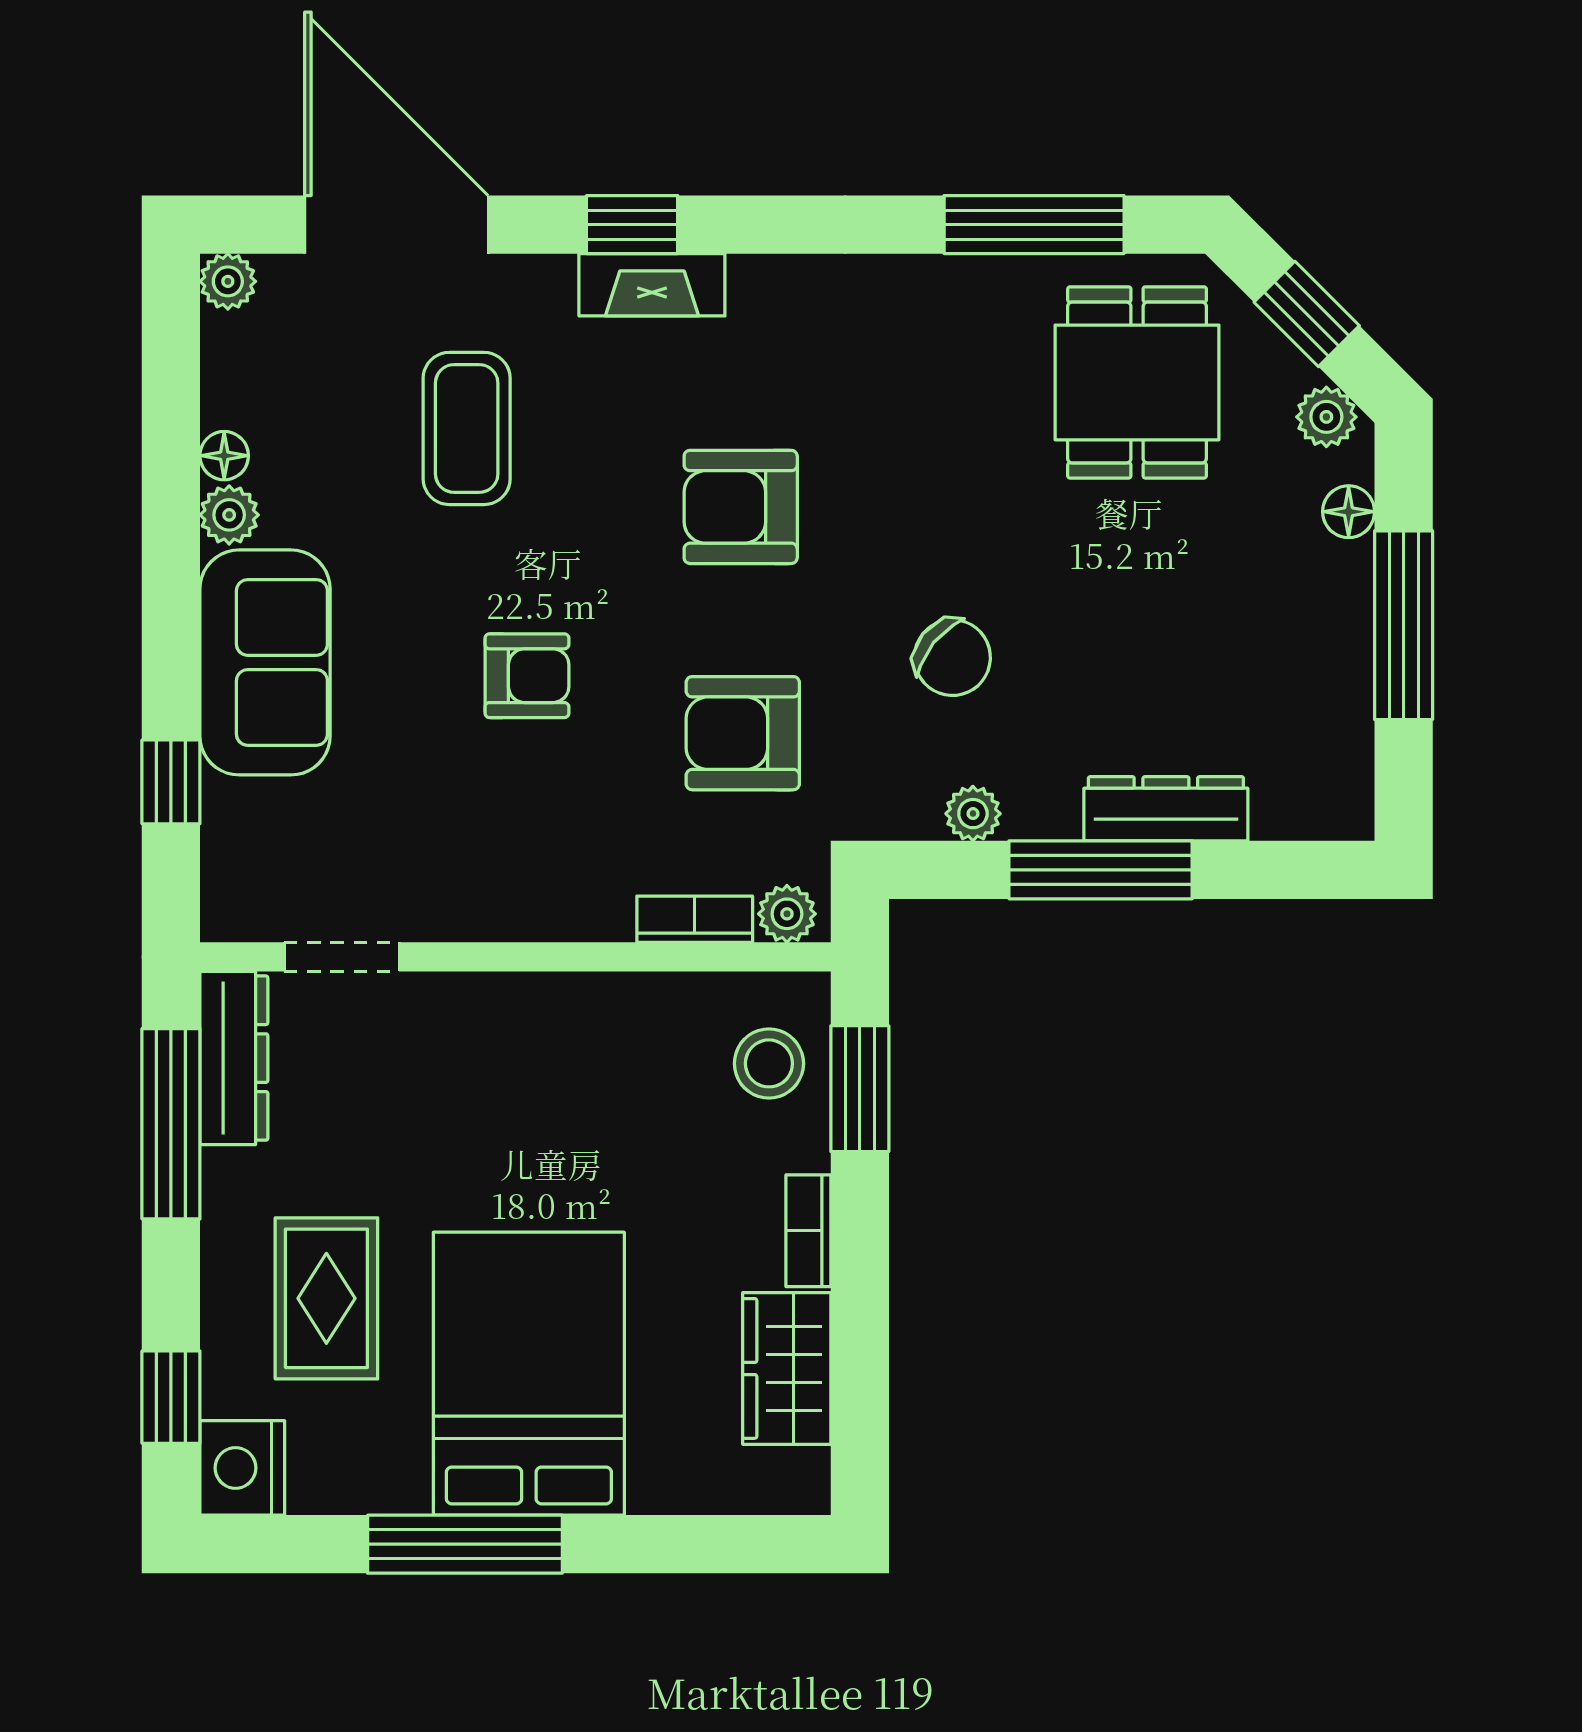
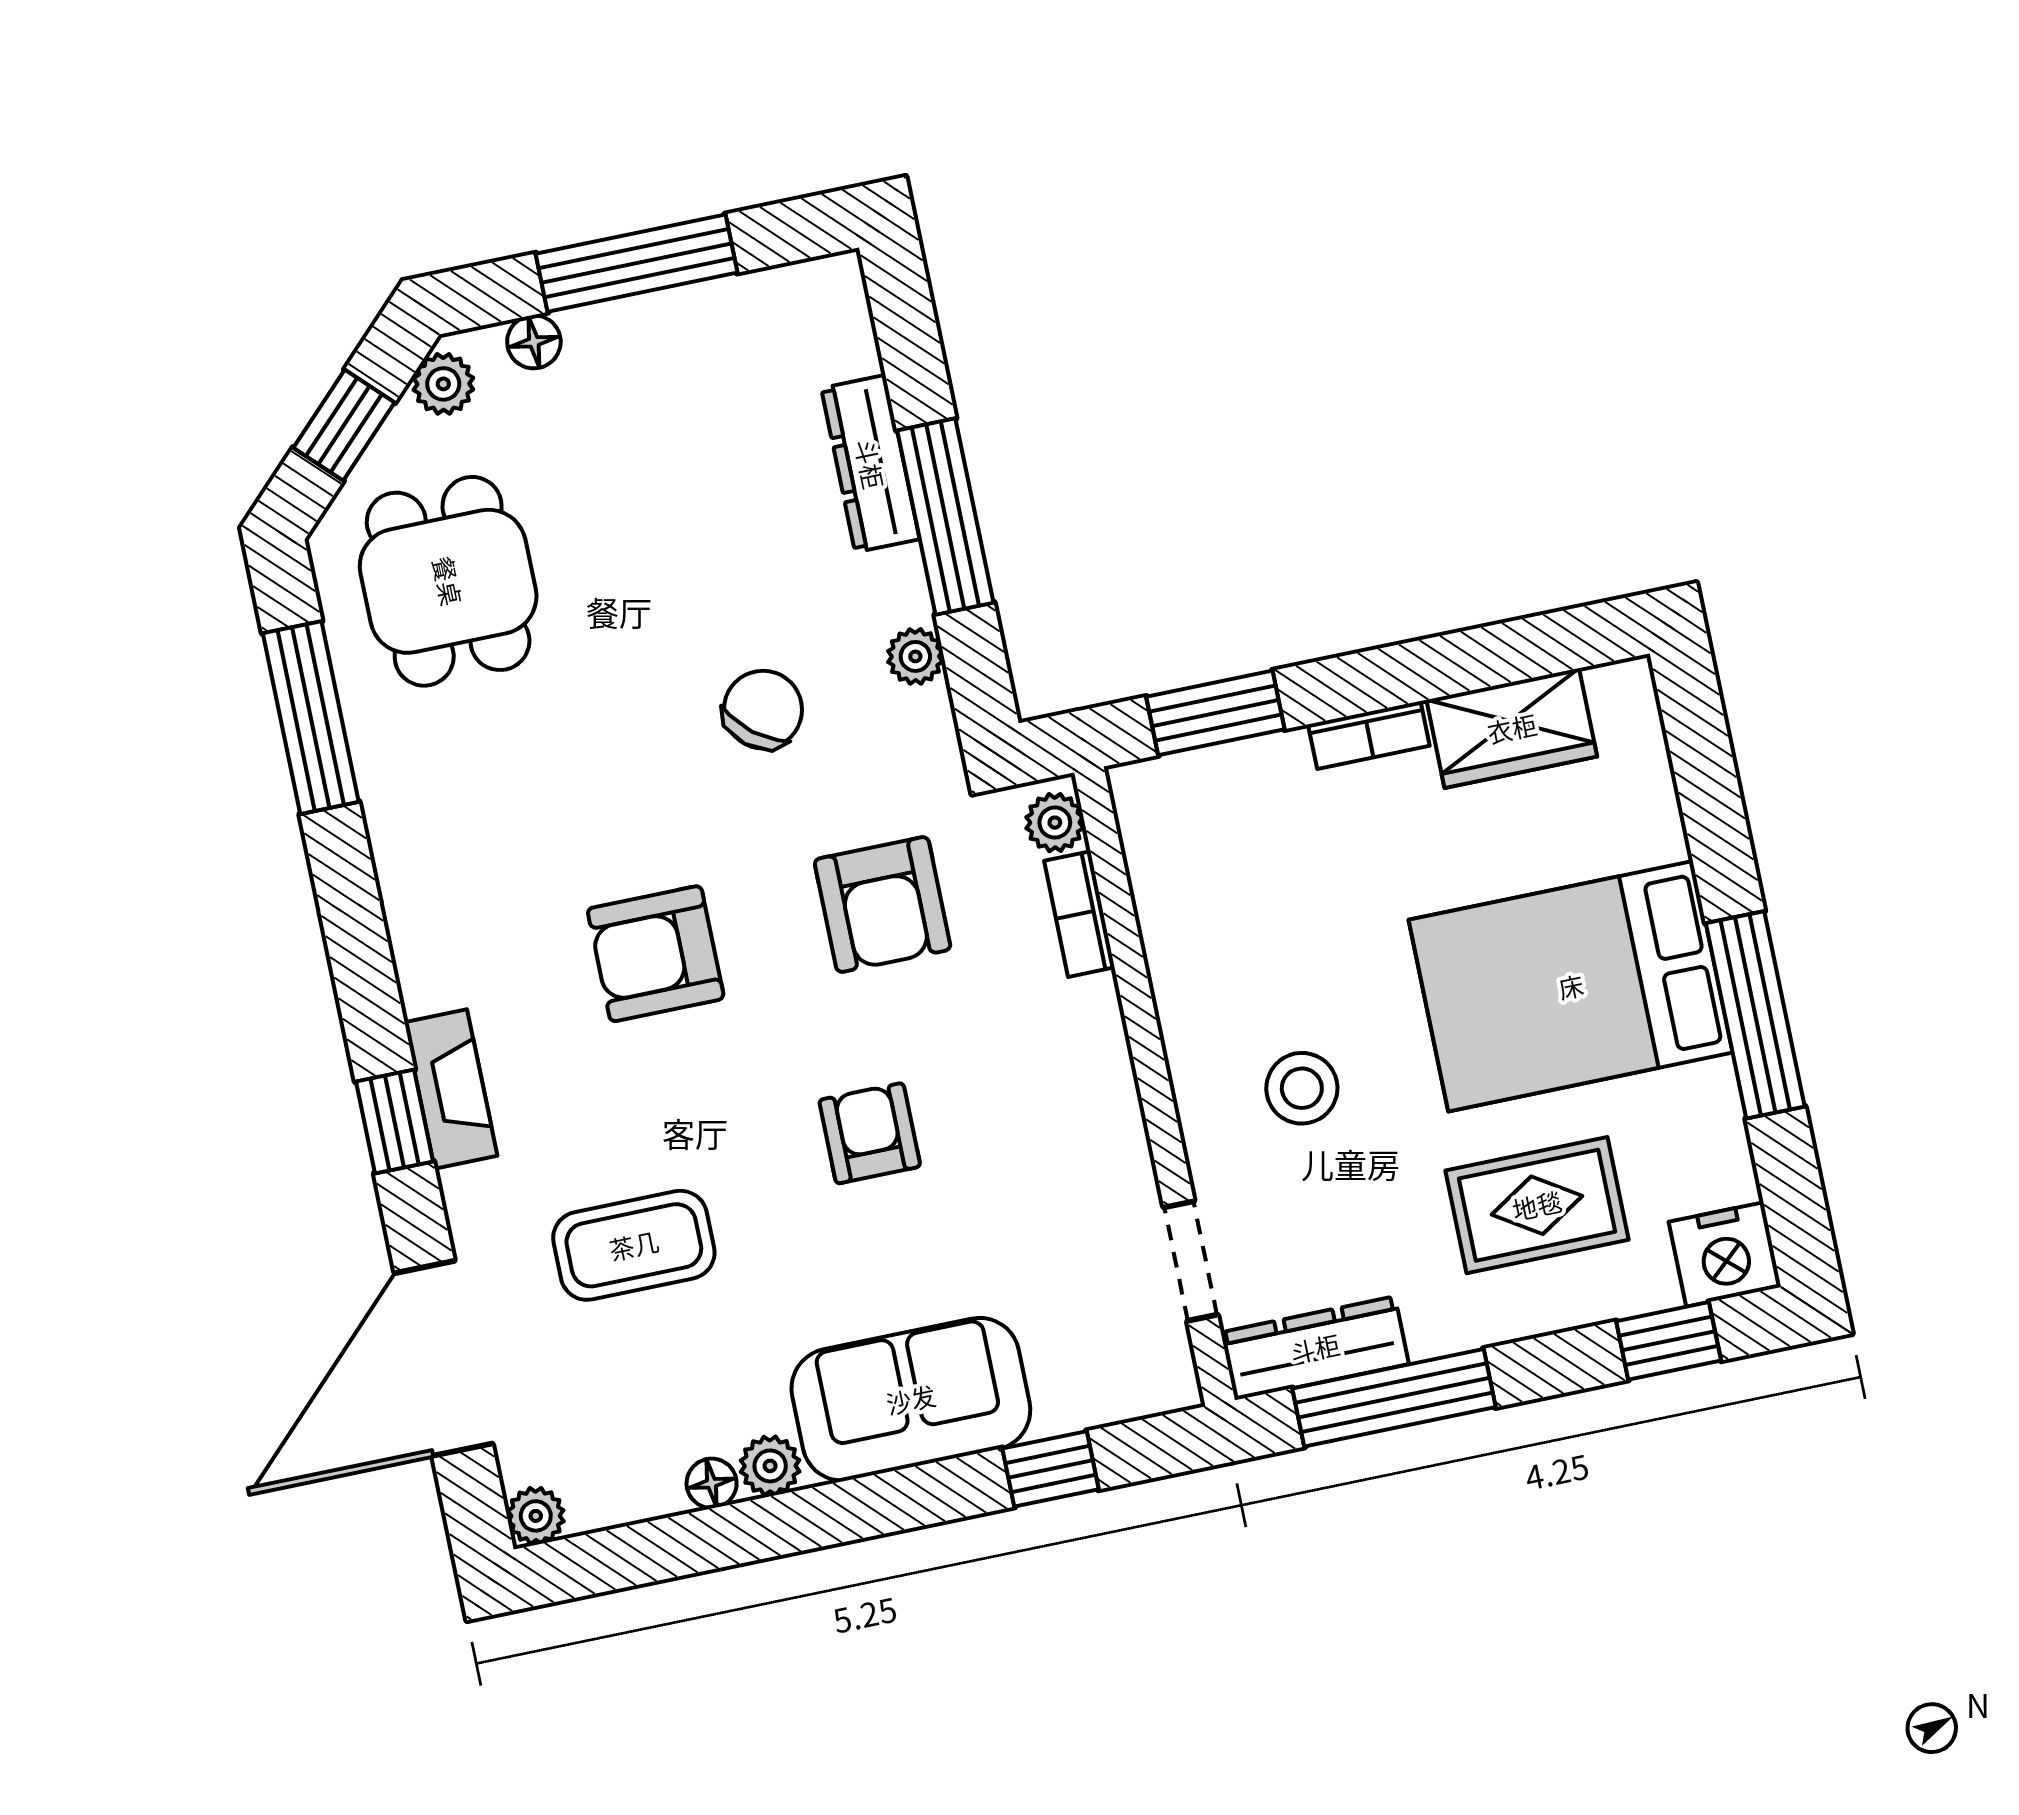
dining table: (1137, 382) -> (448, 581), turned 90
armchair: (741, 507) -> (656, 954), turned 90
stool: (769, 1063) -> (1302, 1088), moved

